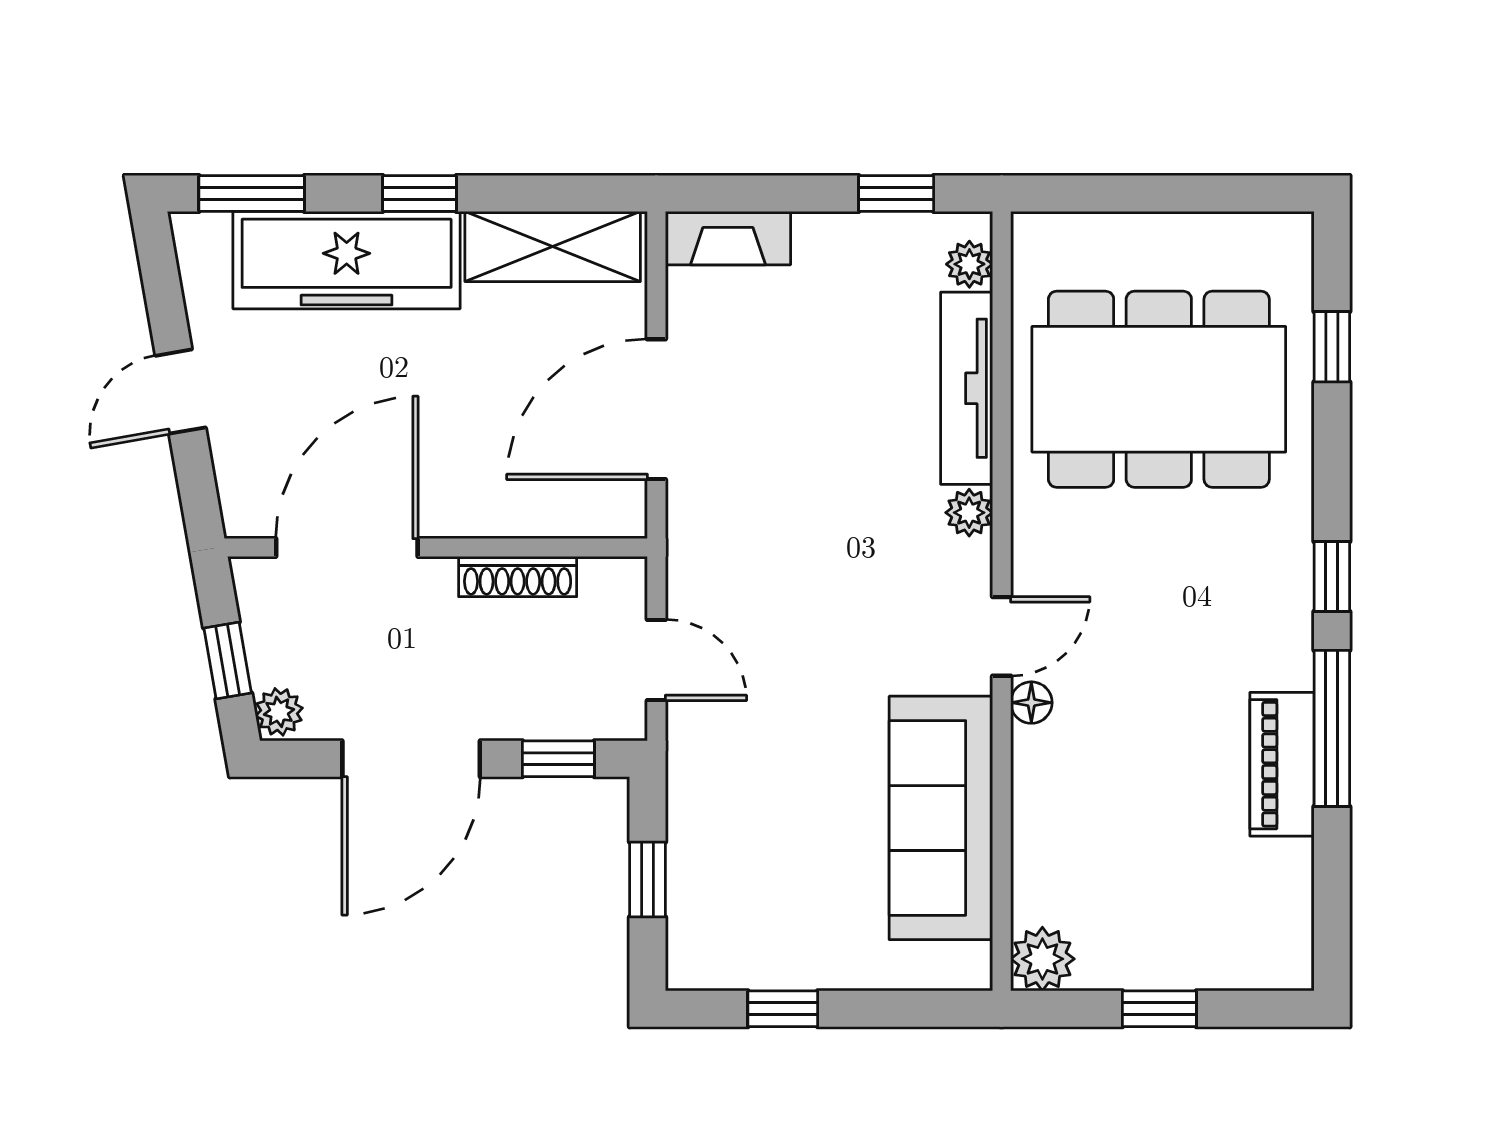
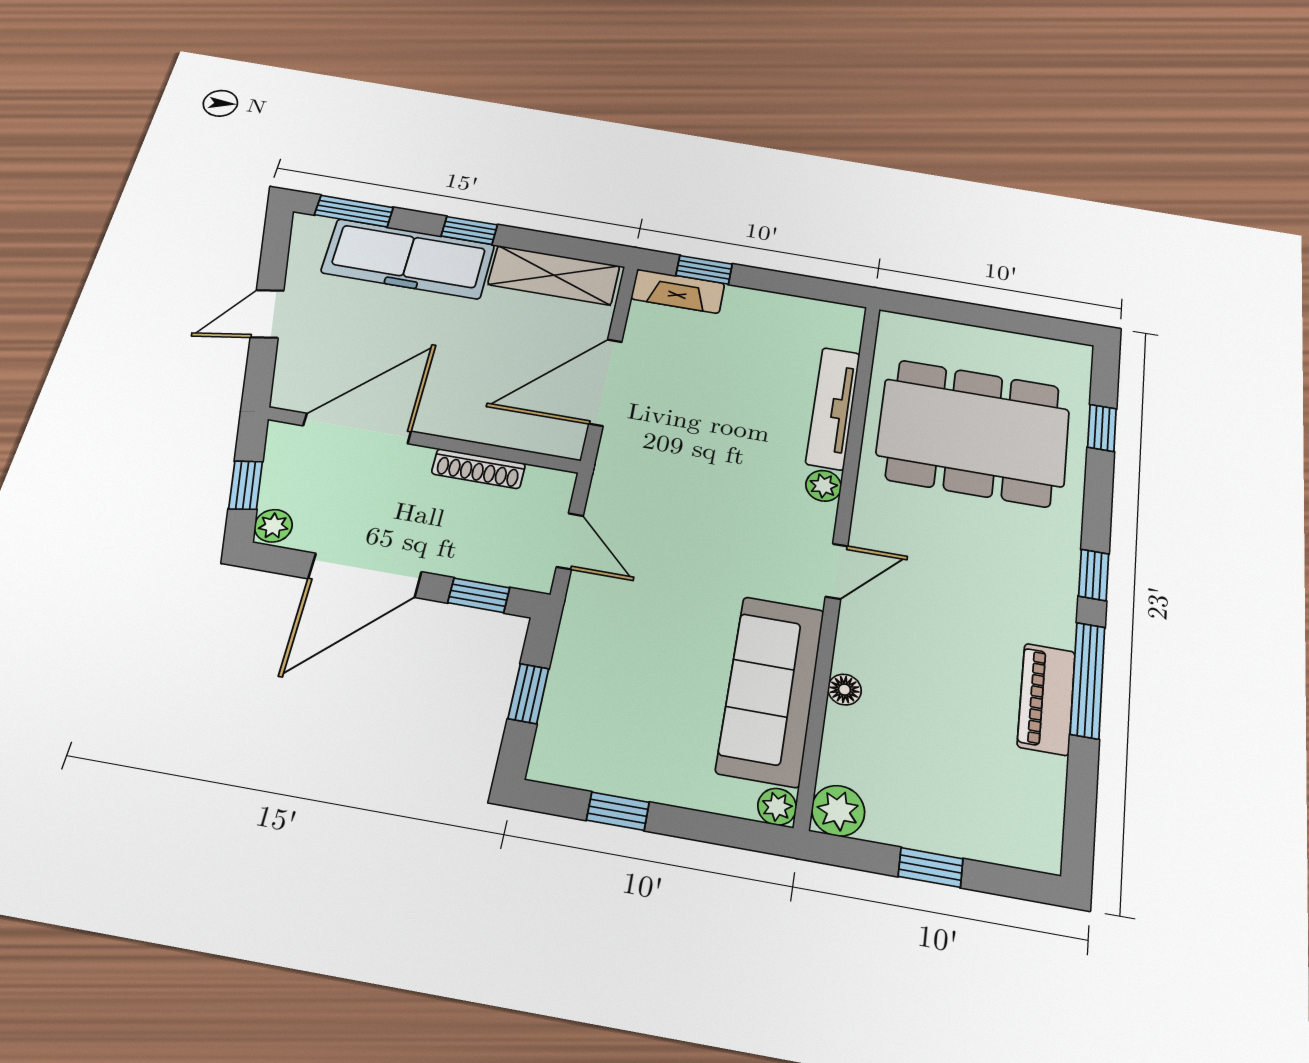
window: (896, 193) -> (704, 270), moved
plant: (969, 264) -> (777, 807), moved
floor lamp: (1031, 703) -> (844, 690), moved

